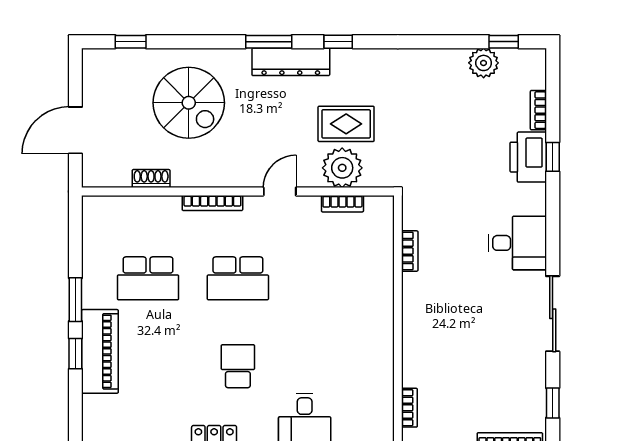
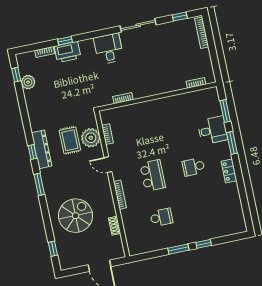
dresser: (291, 62) -> (42, 149), moved
school desk: (148, 278) -> (161, 217), width x0.54
piano: (100, 351) -> (200, 233), removed

